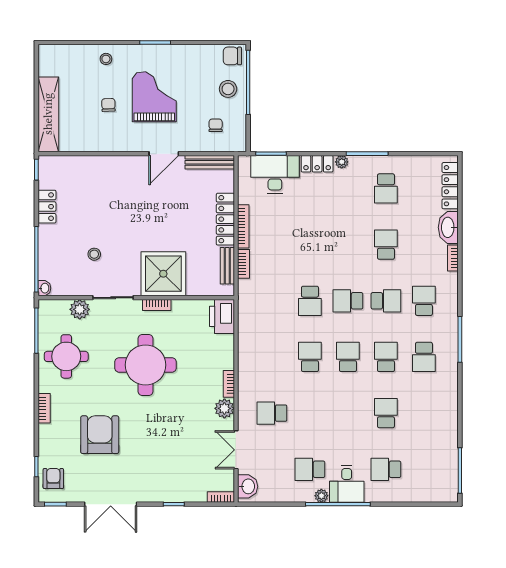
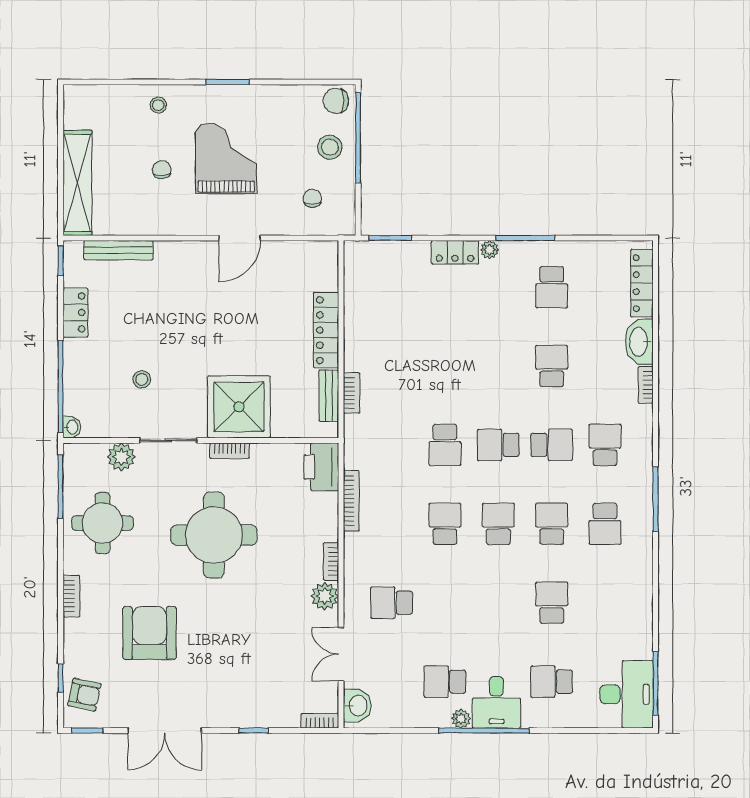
bench: (210, 162) -> (119, 250), moved
desk: (275, 174) -> (627, 694), moved, turned 90
bookcase: (243, 226) -> (351, 501), moved
armchair: (53, 479) -> (84, 695), turned 102

